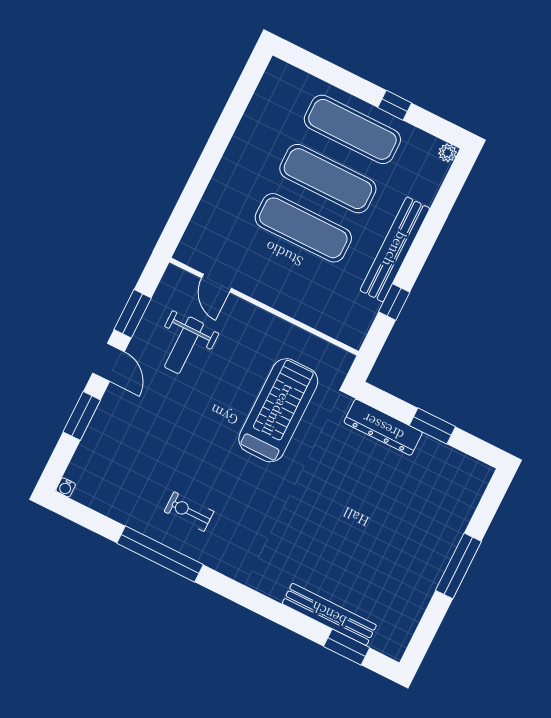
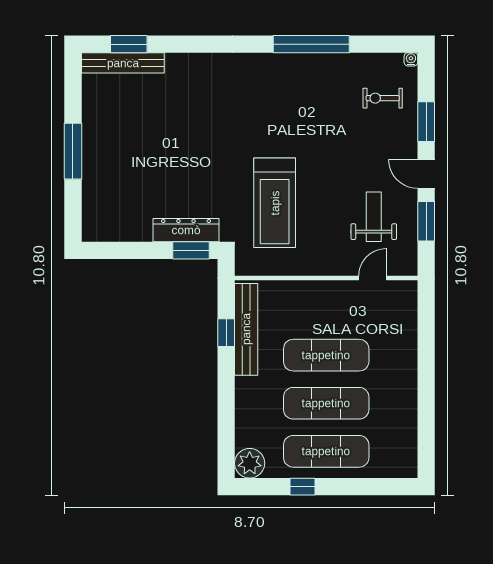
plant: (448, 153) -> (250, 463), width x1.87, depth x1.87
bench: (395, 249) -> (246, 329), moved
door: (217, 283) -> (373, 278), hinge flipped
window: (432, 426) -> (191, 250), moved
exercise bike: (189, 511) -> (383, 98), moved, turned 180
bench: (329, 614) -> (123, 63), moved

